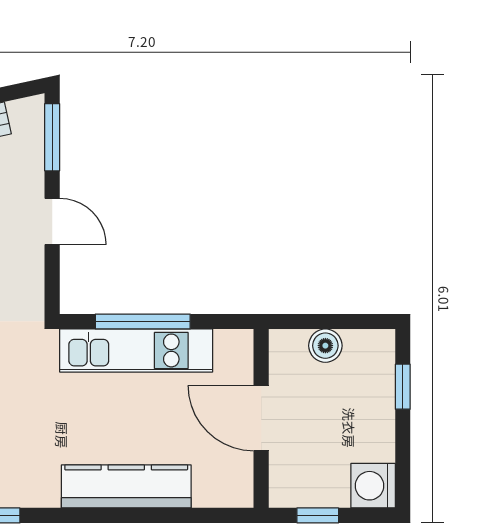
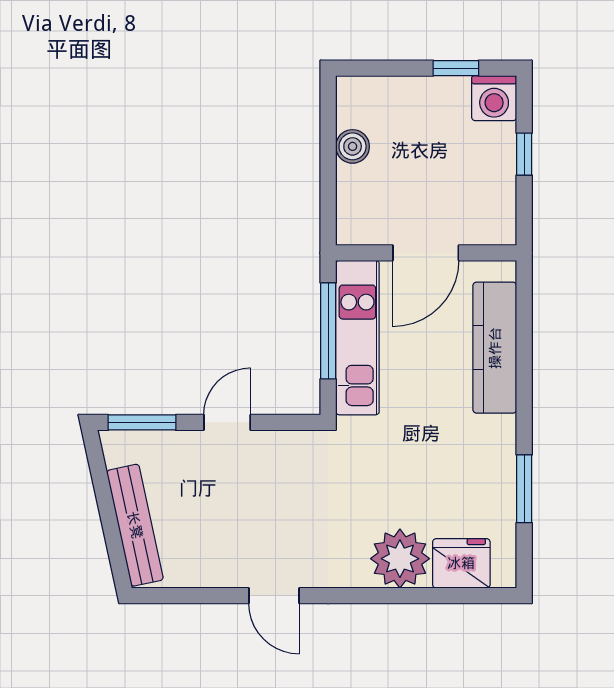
window: (403, 387) -> (456, 68), moved
door: (261, 418) -> (426, 253), moved
wall: (261, 418) -> (426, 253), moved

